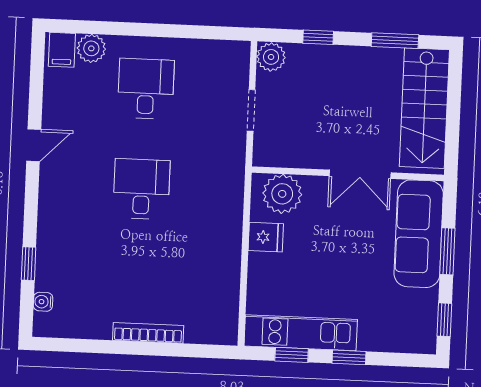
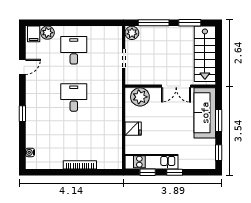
window: (318, 37) -> (154, 23), width x2.17
door: (34, 145) -> (22, 67), moved
fridge: (266, 237) -> (133, 129), moved
window: (29, 264) -> (22, 114), moved

